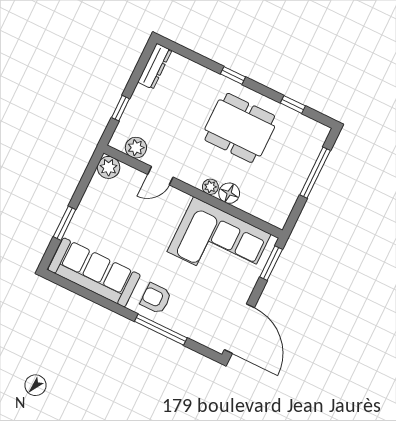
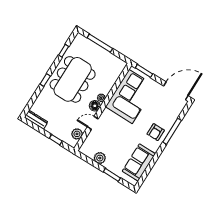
dining table: (240, 128) -> (73, 79), width x1.36, depth x1.24
plant: (109, 167) -> (100, 158), moved
door: (160, 176) -> (93, 123), swing flipped
floor lamp: (229, 193) -> (95, 106), moved
sofa: (94, 272) -> (139, 162), width x0.73

